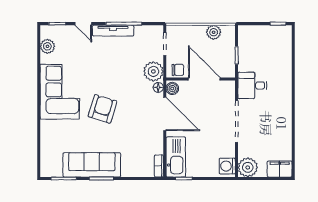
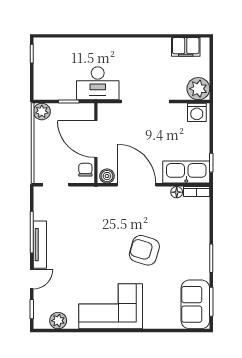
plant: (214, 32) -> (42, 112), moved
plant: (153, 71) -> (87, 198), removed
door: (204, 79) -> (96, 139), hinge flipped
desk: (252, 85) -> (98, 83), width x1.37
floor lamp: (158, 87) -> (177, 192), moved
armchair: (103, 109) -> (144, 250), moved
door: (165, 114) -> (136, 185), hinge flipped
sofa: (92, 165) -> (195, 304), moved, width x0.73
filing cabinet: (280, 169) -> (186, 47), moved, turned -90

